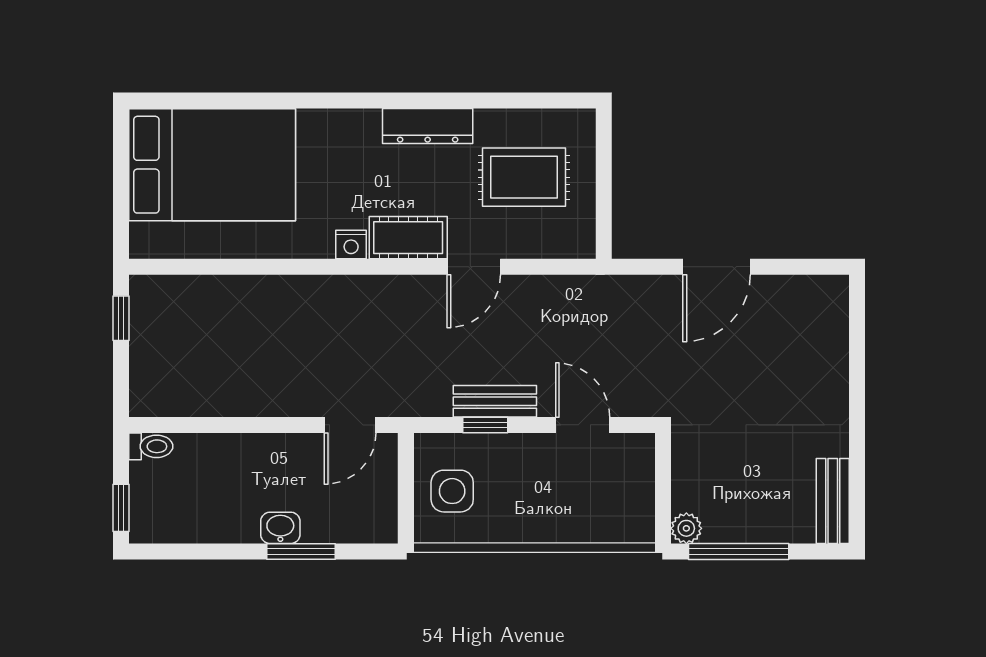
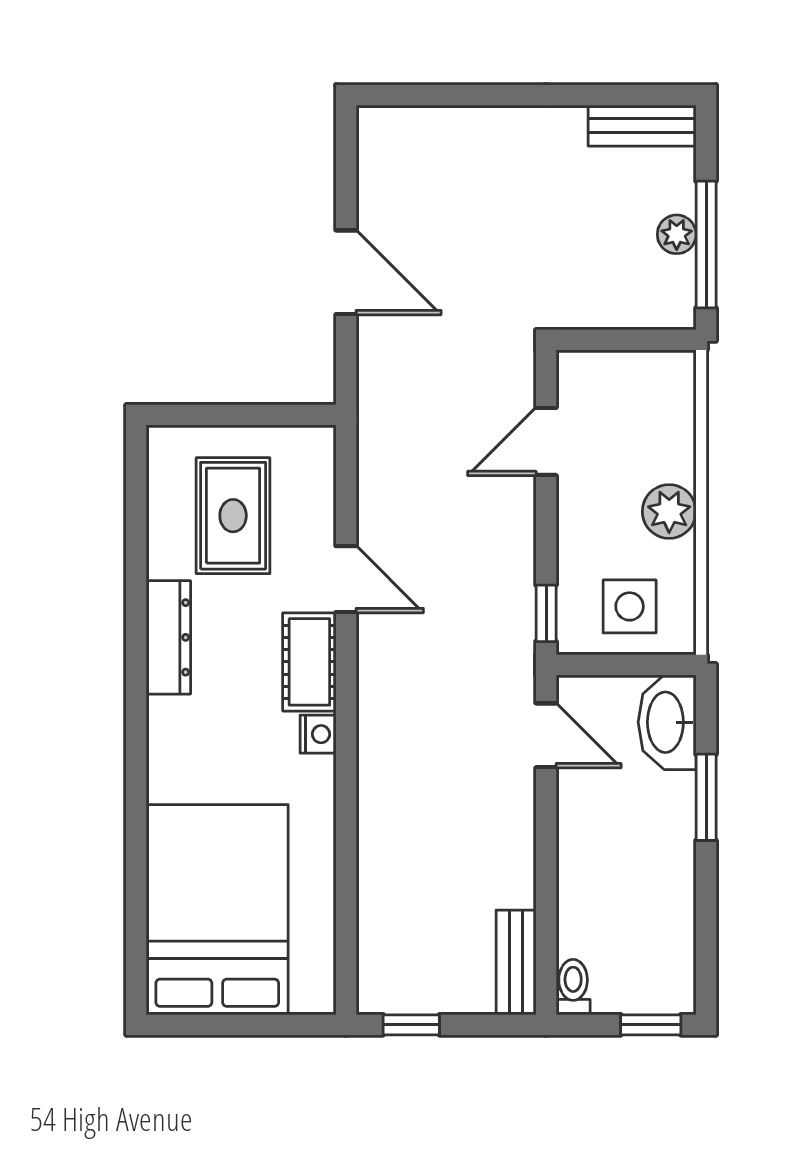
bench: (495, 401) -> (516, 962), moved
window: (485, 425) -> (546, 613), moved
plant: (527, 522) -> (669, 511), added
washbasin: (280, 528) -> (667, 722), moved, width x1.91, depth x1.45
plant: (686, 528) -> (677, 234), moved

